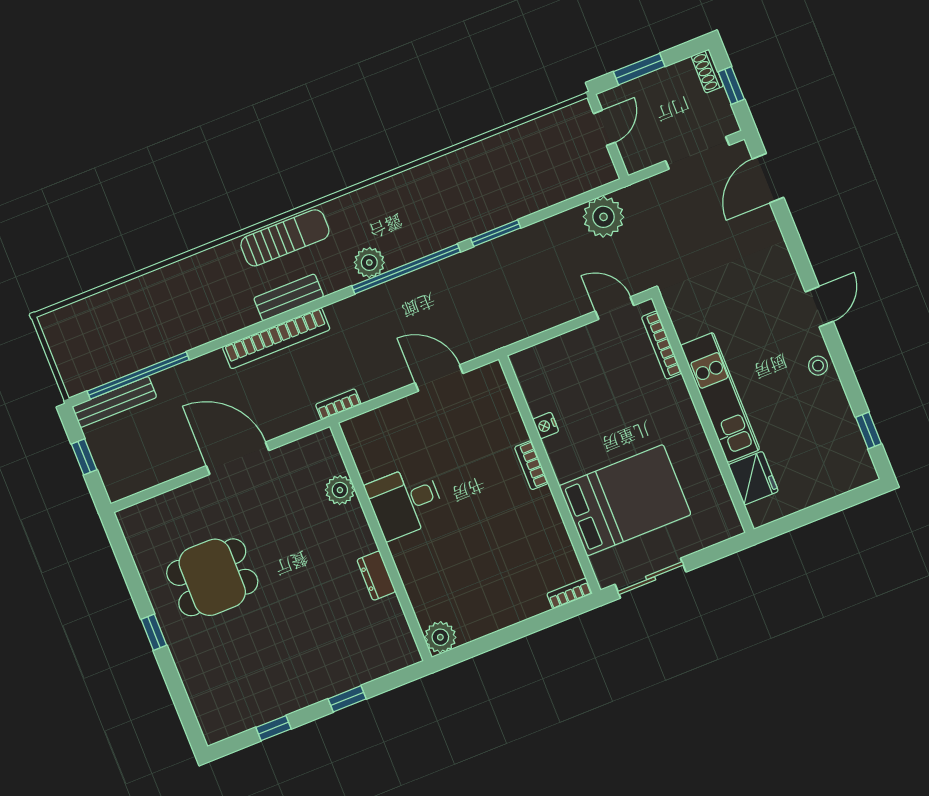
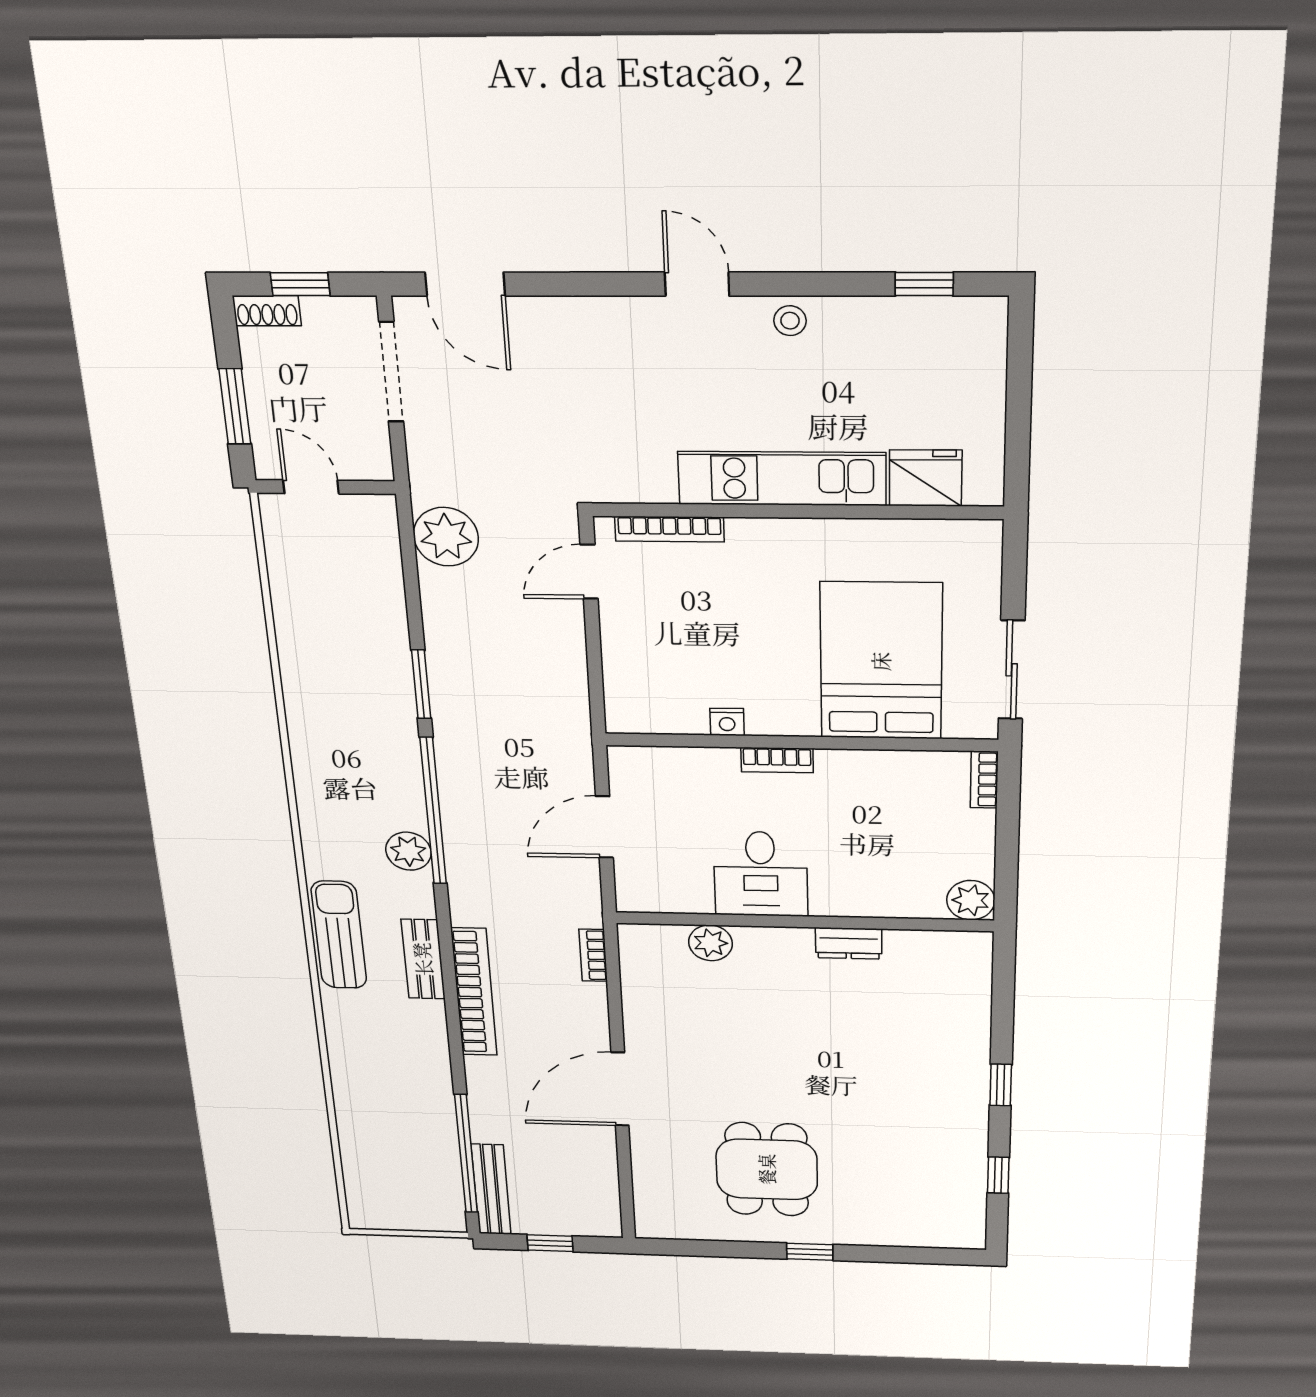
plant: (340, 490) -> (710, 943), moved
desk: (405, 502) -> (761, 874), moved
wall: (381, 542) -> (804, 922), moved
dresser: (376, 576) -> (849, 943), moved
plant: (440, 637) -> (971, 900), moved

